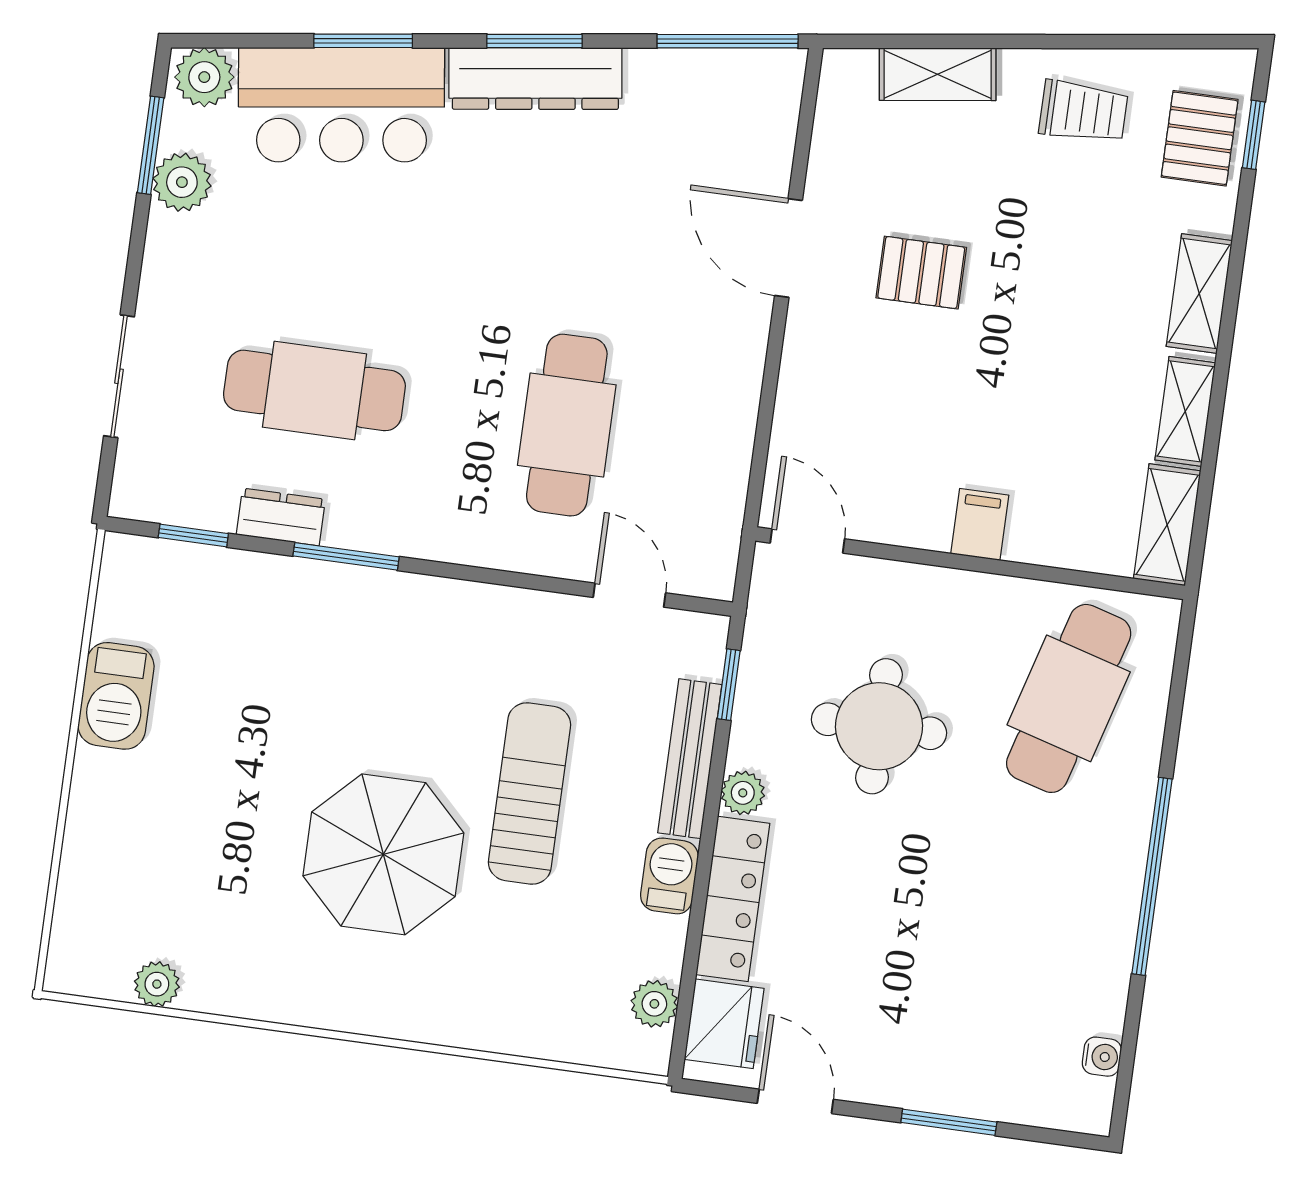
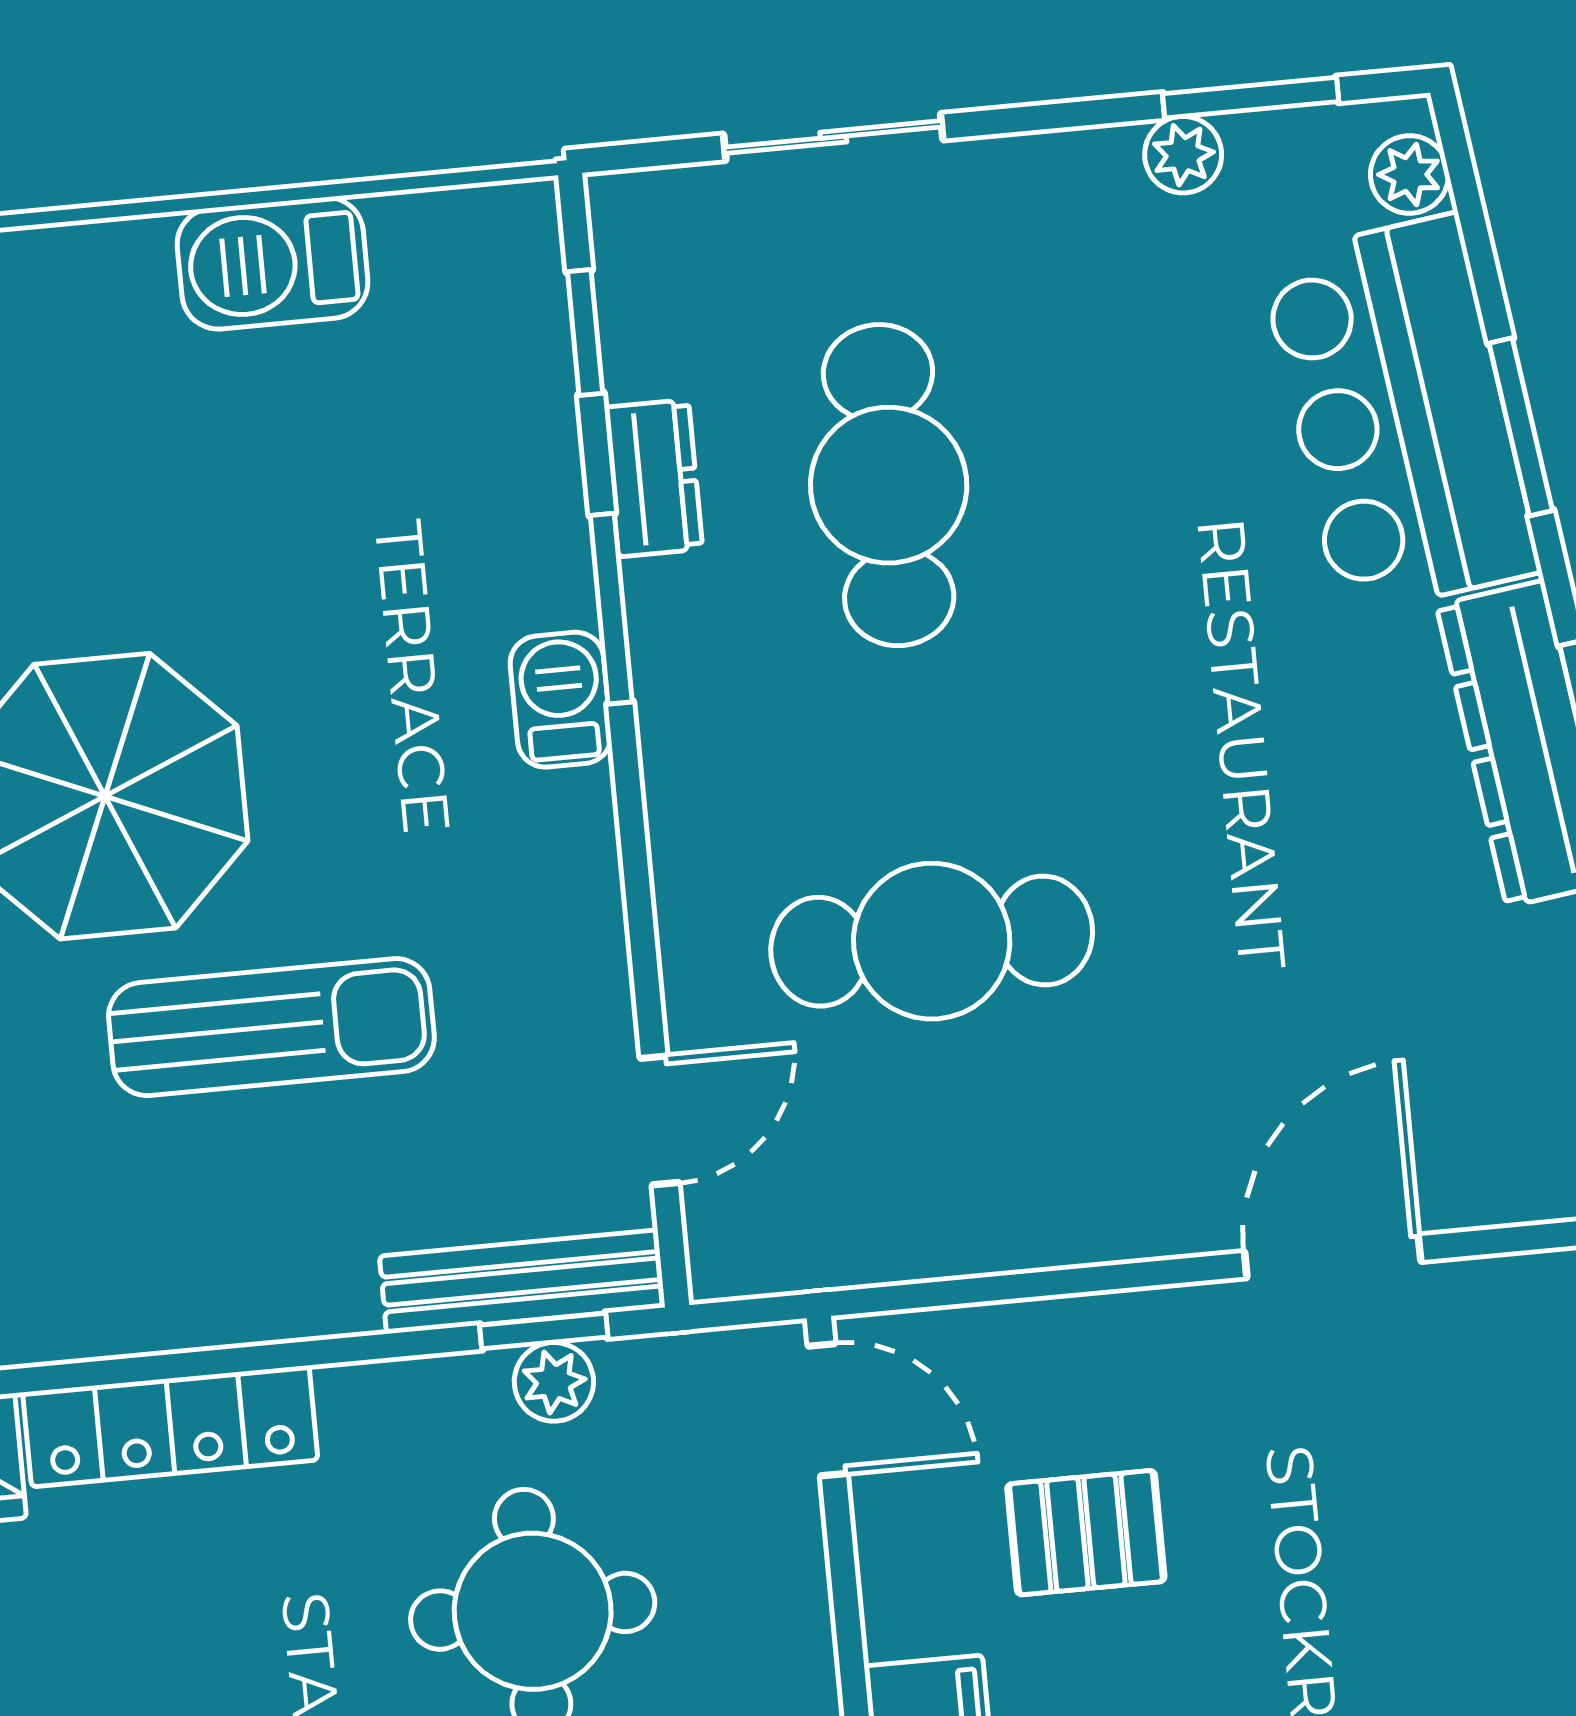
plant: (204, 77) -> (1409, 175), width x0.73, depth x0.73
plant: (182, 182) -> (1183, 155), width x0.73, depth x0.73
pallet: (921, 273) -> (1086, 1533), moved, turned 90
door: (807, 541) -> (828, 1410), hinge flipped
bench: (690, 759) -> (522, 1282), moved
plant: (743, 793) -> (554, 1382), moved
barbecue: (669, 876) -> (561, 700), moved, turned -90

